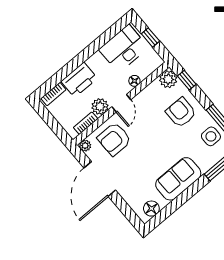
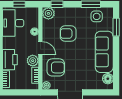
armchair: (181, 112) -> (68, 33), moved
armchair: (114, 139) -> (56, 67), turned -90
sofa: (178, 179) -> (104, 52), width x1.36

